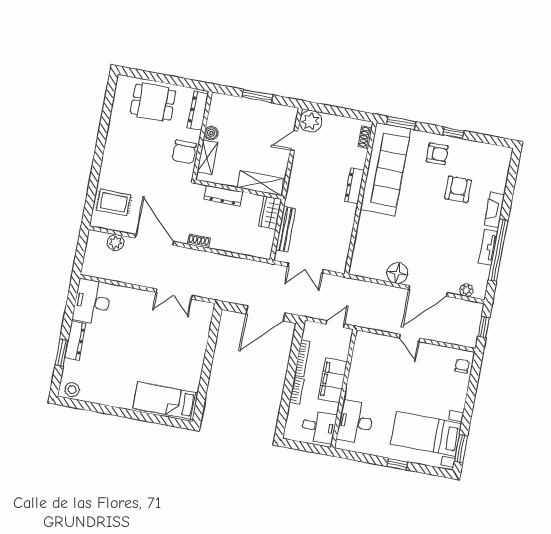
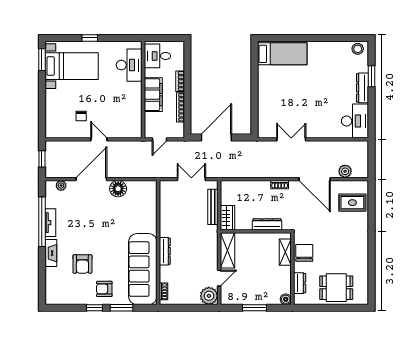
dresser: (198, 110) -> (300, 283), width x0.70
window: (401, 123) -> (121, 308), moved
boiler: (211, 133) -> (286, 299), moved
shelving: (261, 183) -> (227, 250), moved, turned 90
chair: (462, 366) -> (81, 116), moved

